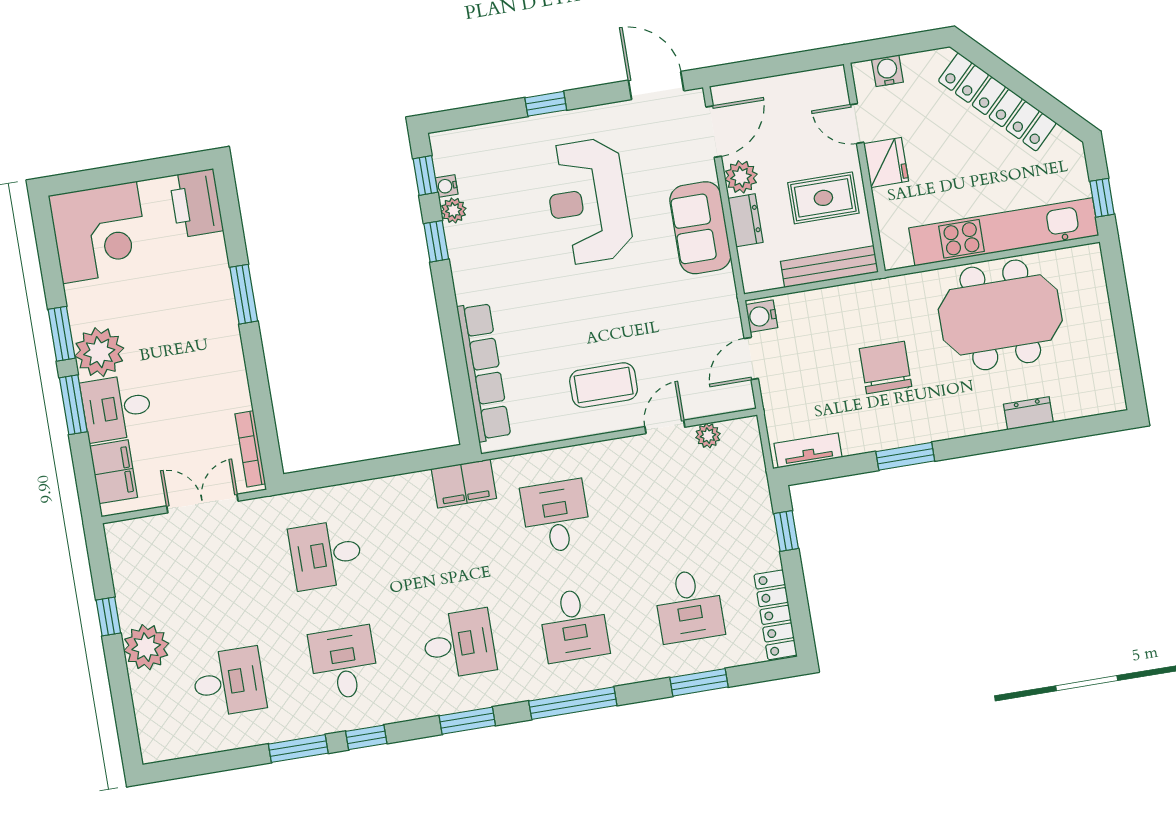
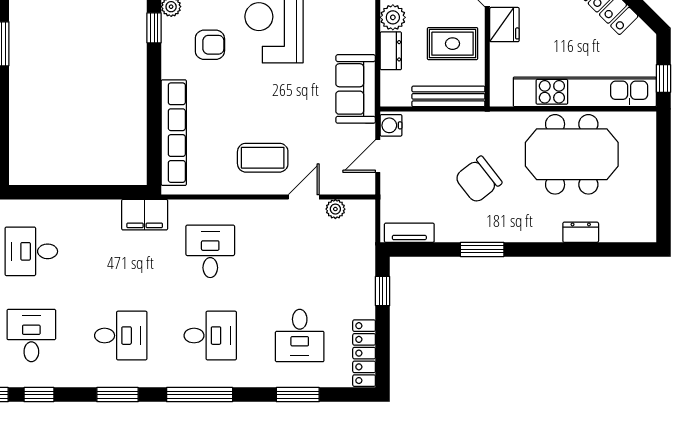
sofa: (700, 228) -> (356, 89), moved
armchair: (512, 251) -> (210, 45), added
chair: (885, 367) -> (478, 180), turned -128
desk: (574, 625) -> (210, 336), turned -90

